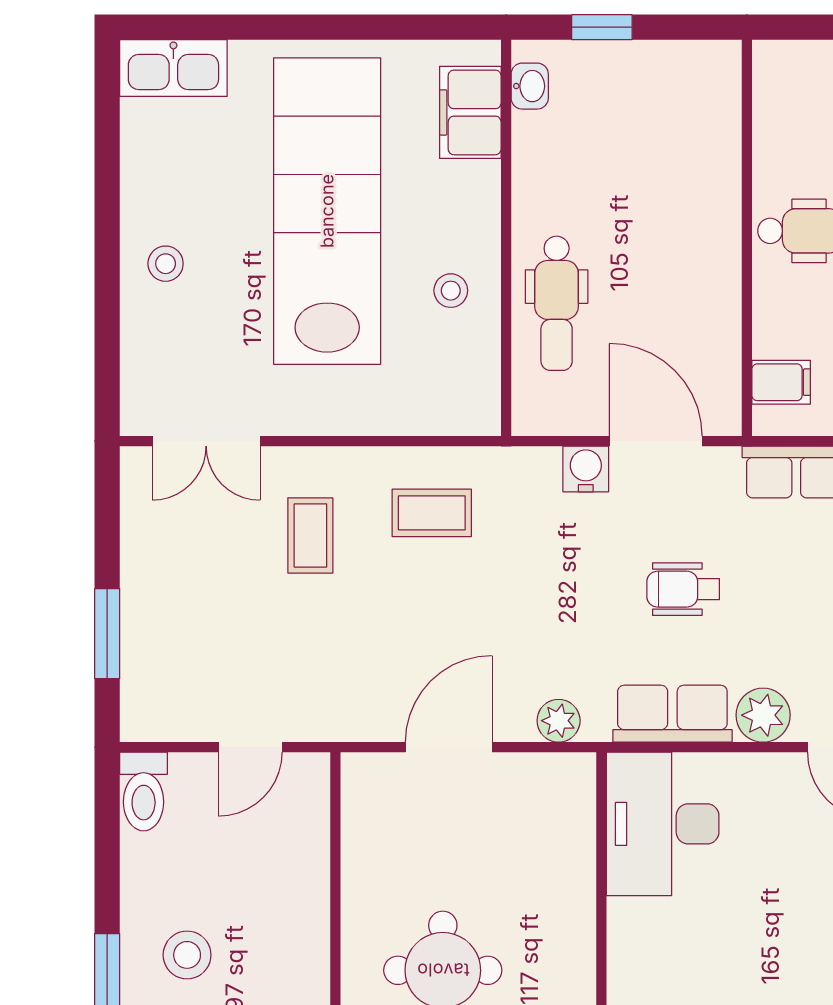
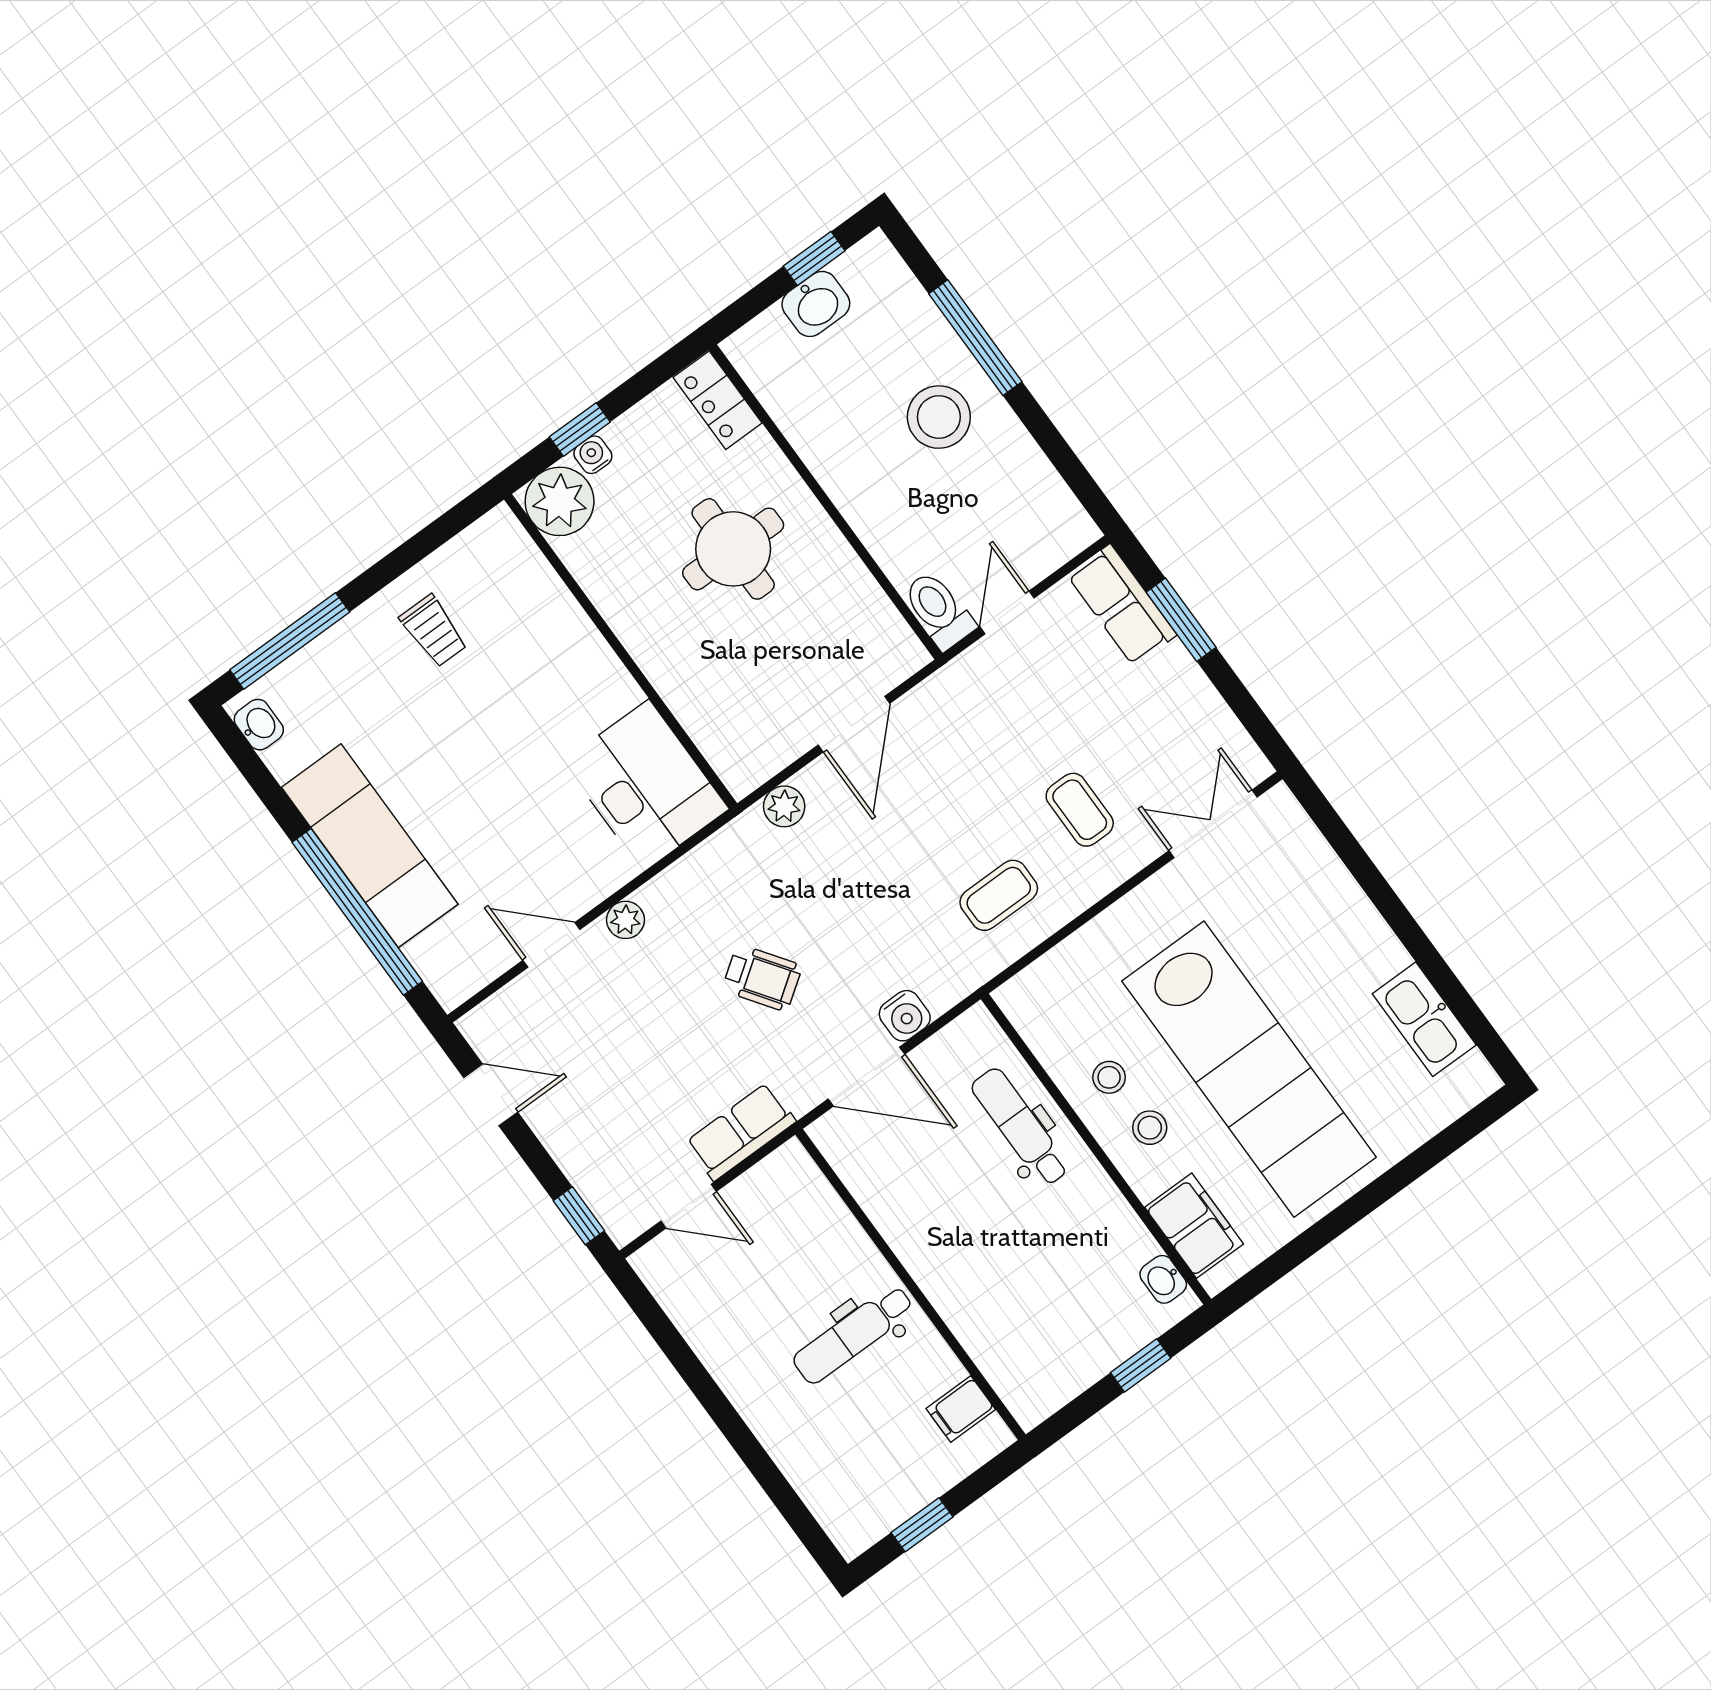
kitchen sink: (173, 68) -> (1424, 1019), moved, turned -90
stool: (166, 264) -> (1150, 1128), moved
filing cabinet: (781, 382) -> (961, 1409), moved
wheelchair: (683, 589) -> (762, 978), turned 55
row of seats: (672, 714) -> (1122, 605), moved, turned 90
plant: (763, 715) -> (625, 920), width x0.73, depth x0.73
toilet: (144, 792) -> (939, 610), moved
stool: (187, 955) -> (939, 417), width x1.38, depth x1.38

